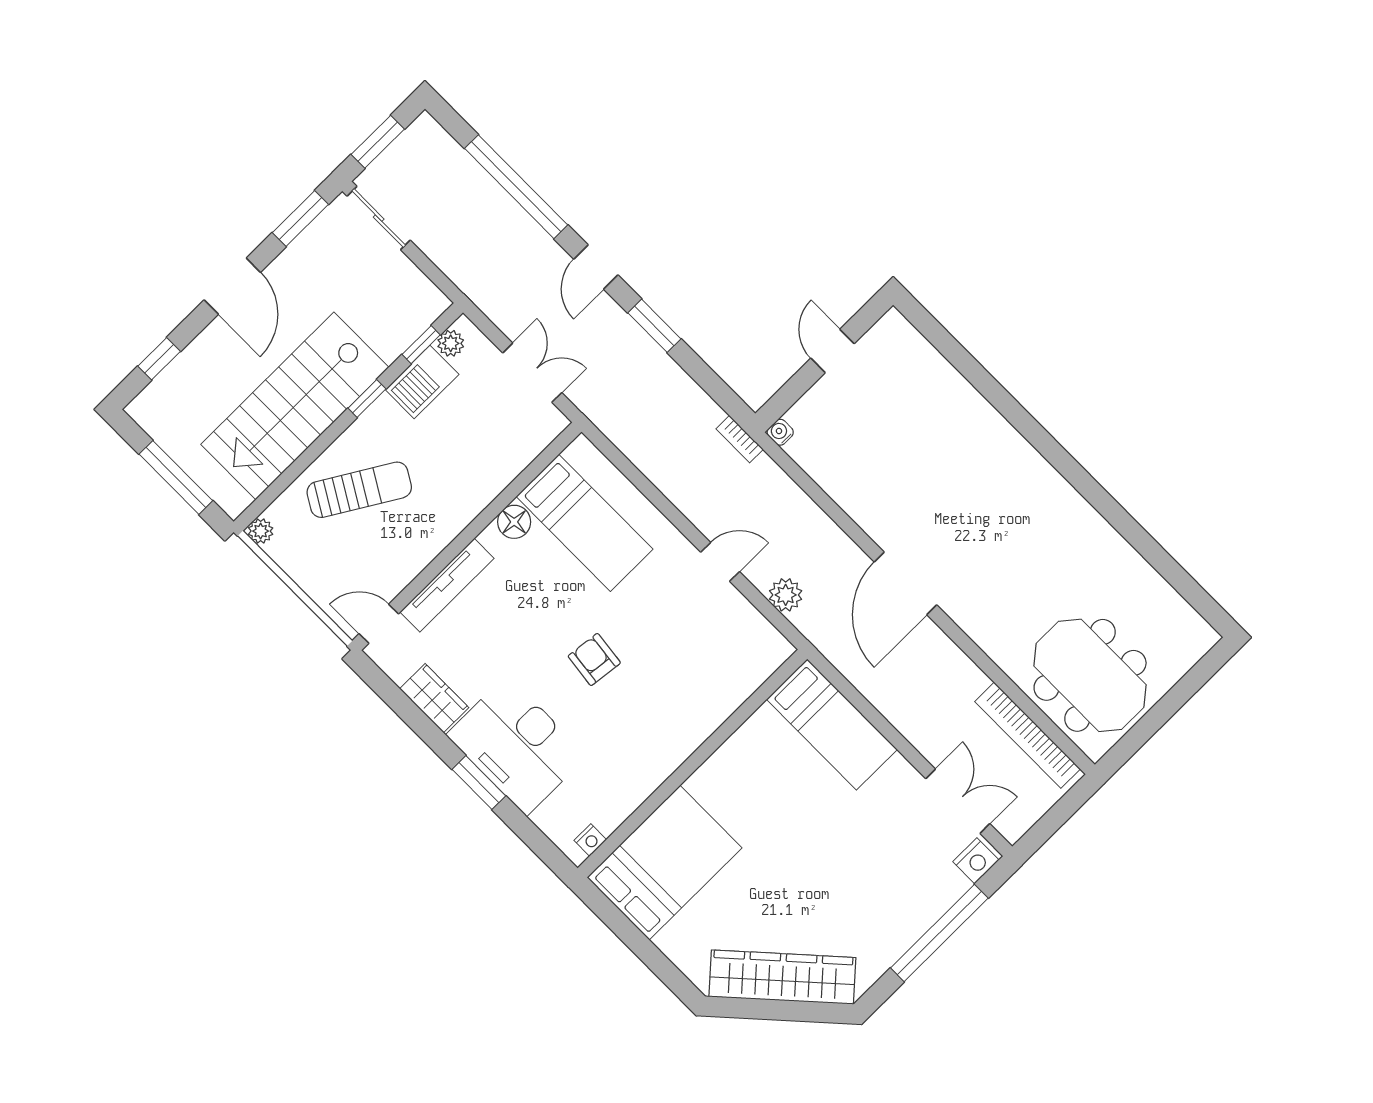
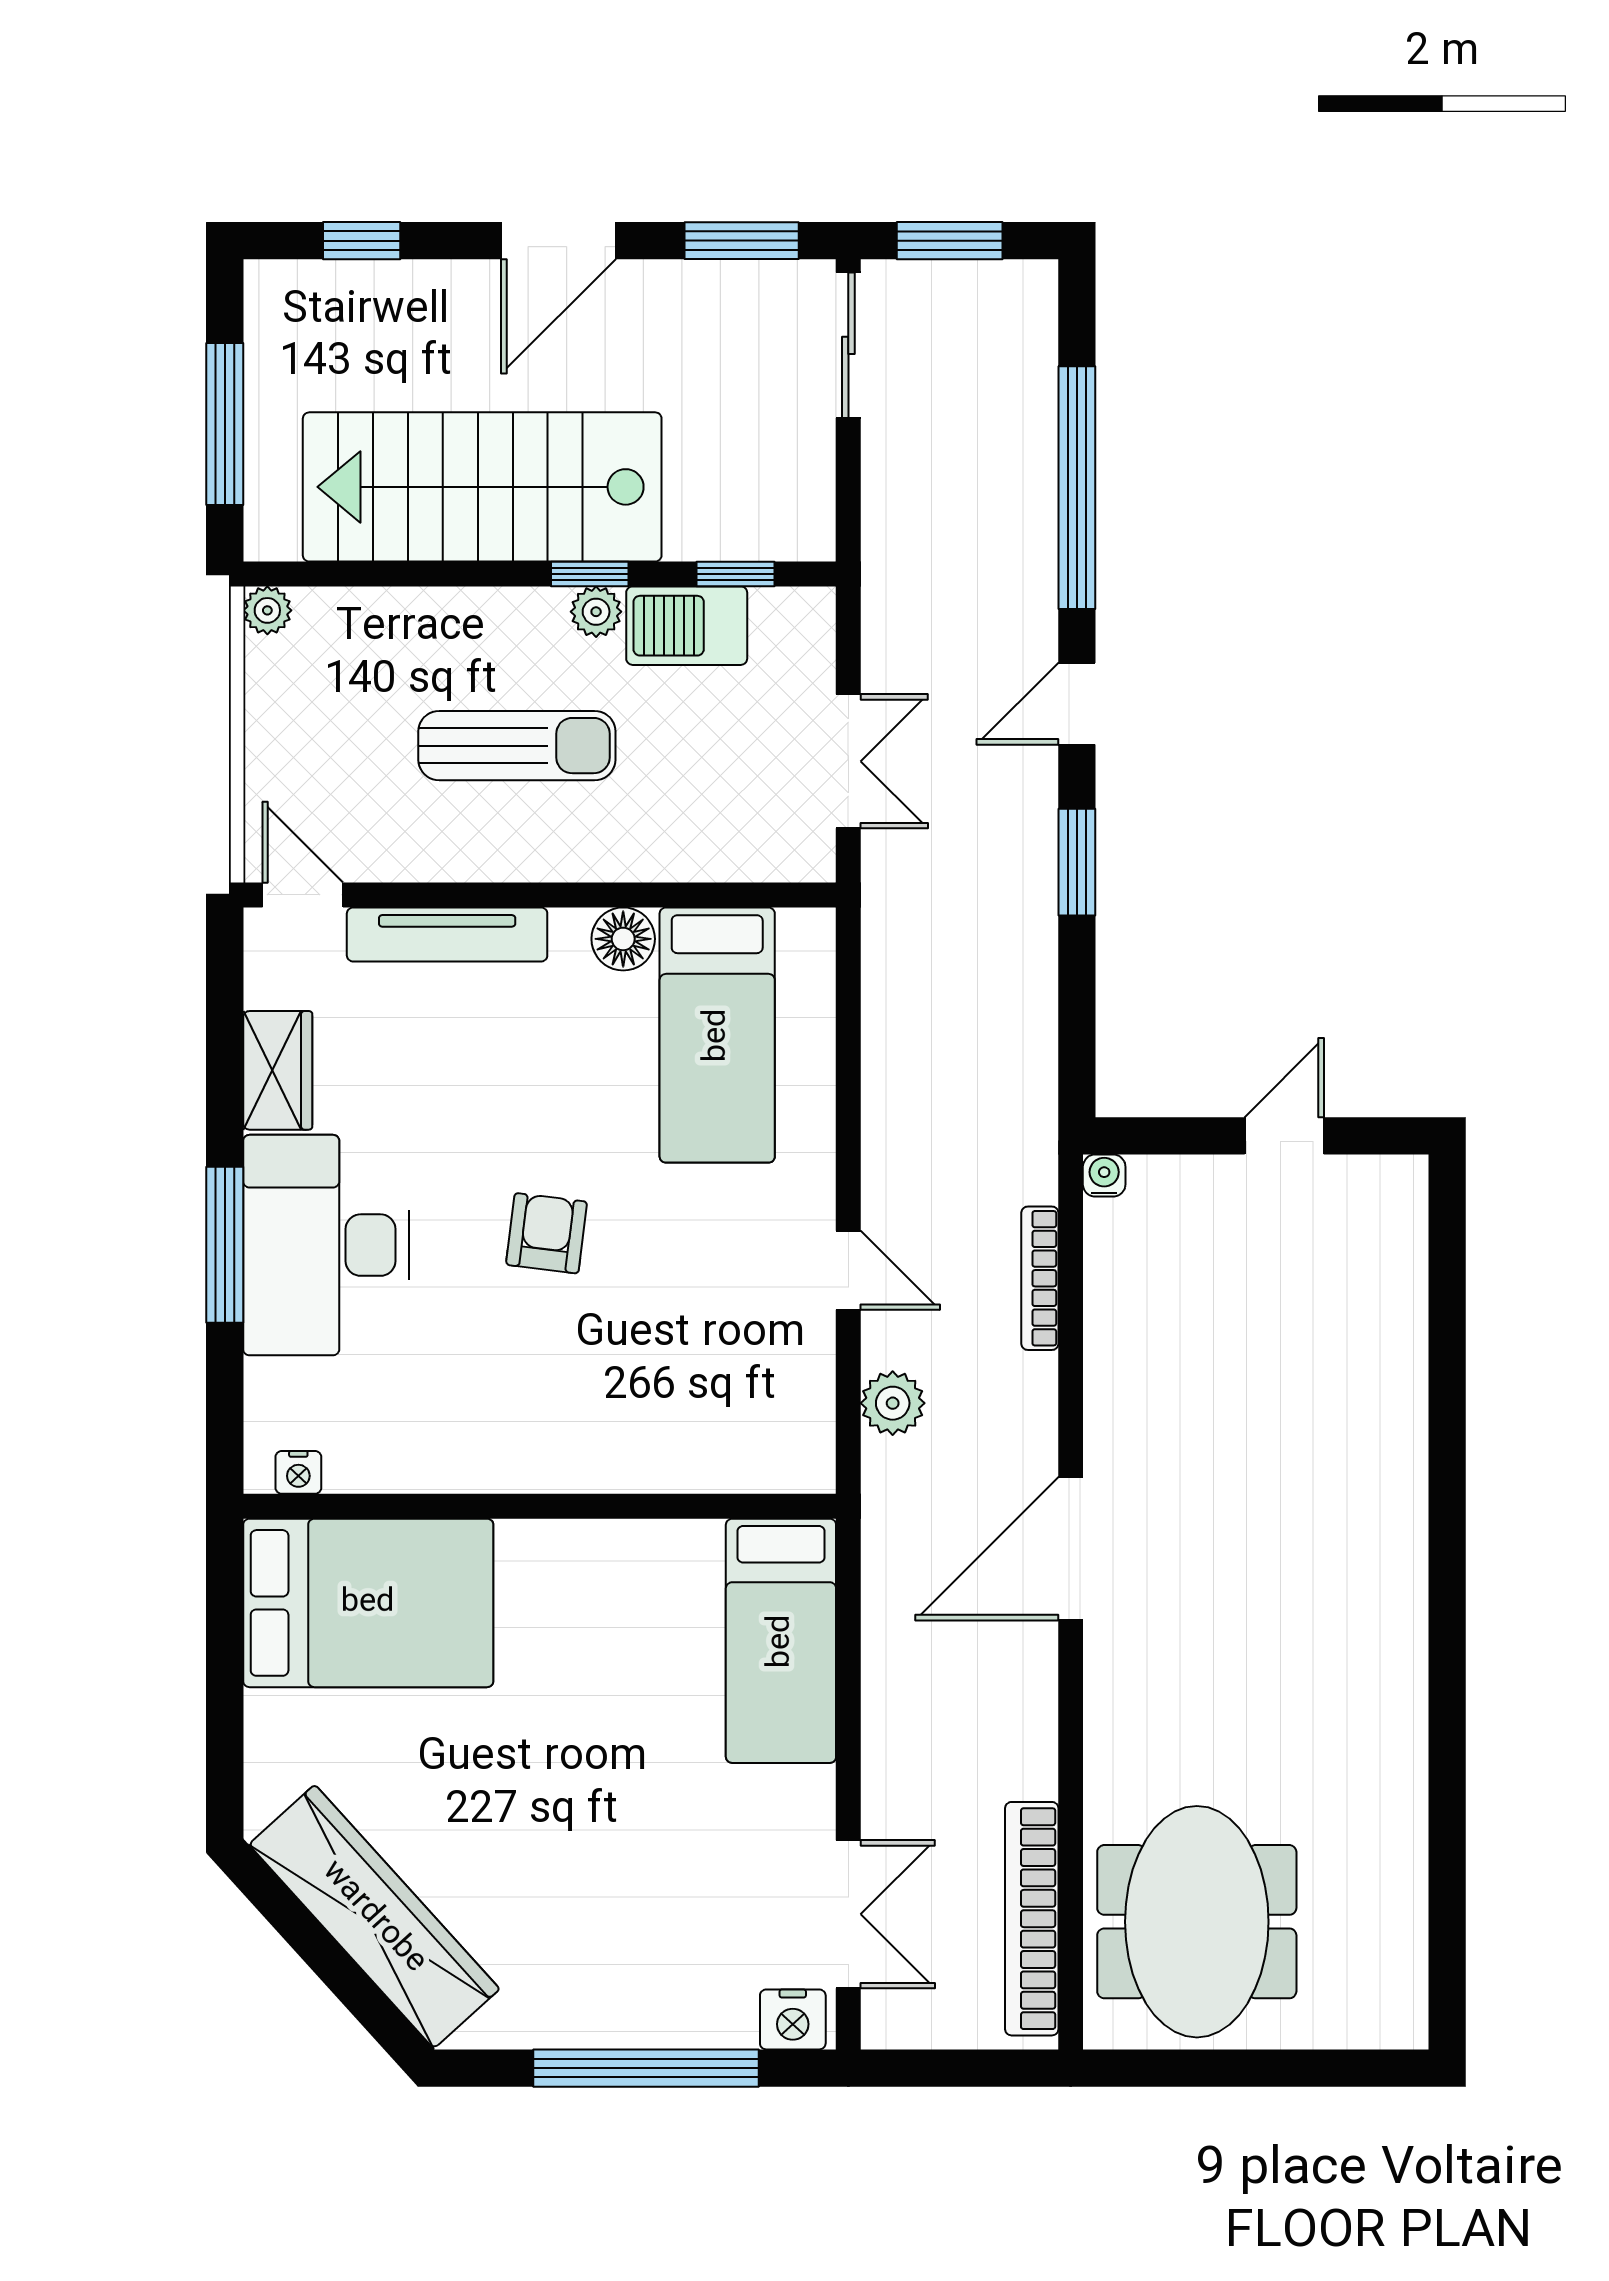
plant: (451, 343) -> (596, 612), moved
bookcase: (740, 439) -> (1040, 1278), moved, width x1.56
sun lounger: (359, 490) -> (517, 746), moved, turned -31
window: (479, 783) -> (225, 1245), width x1.44

